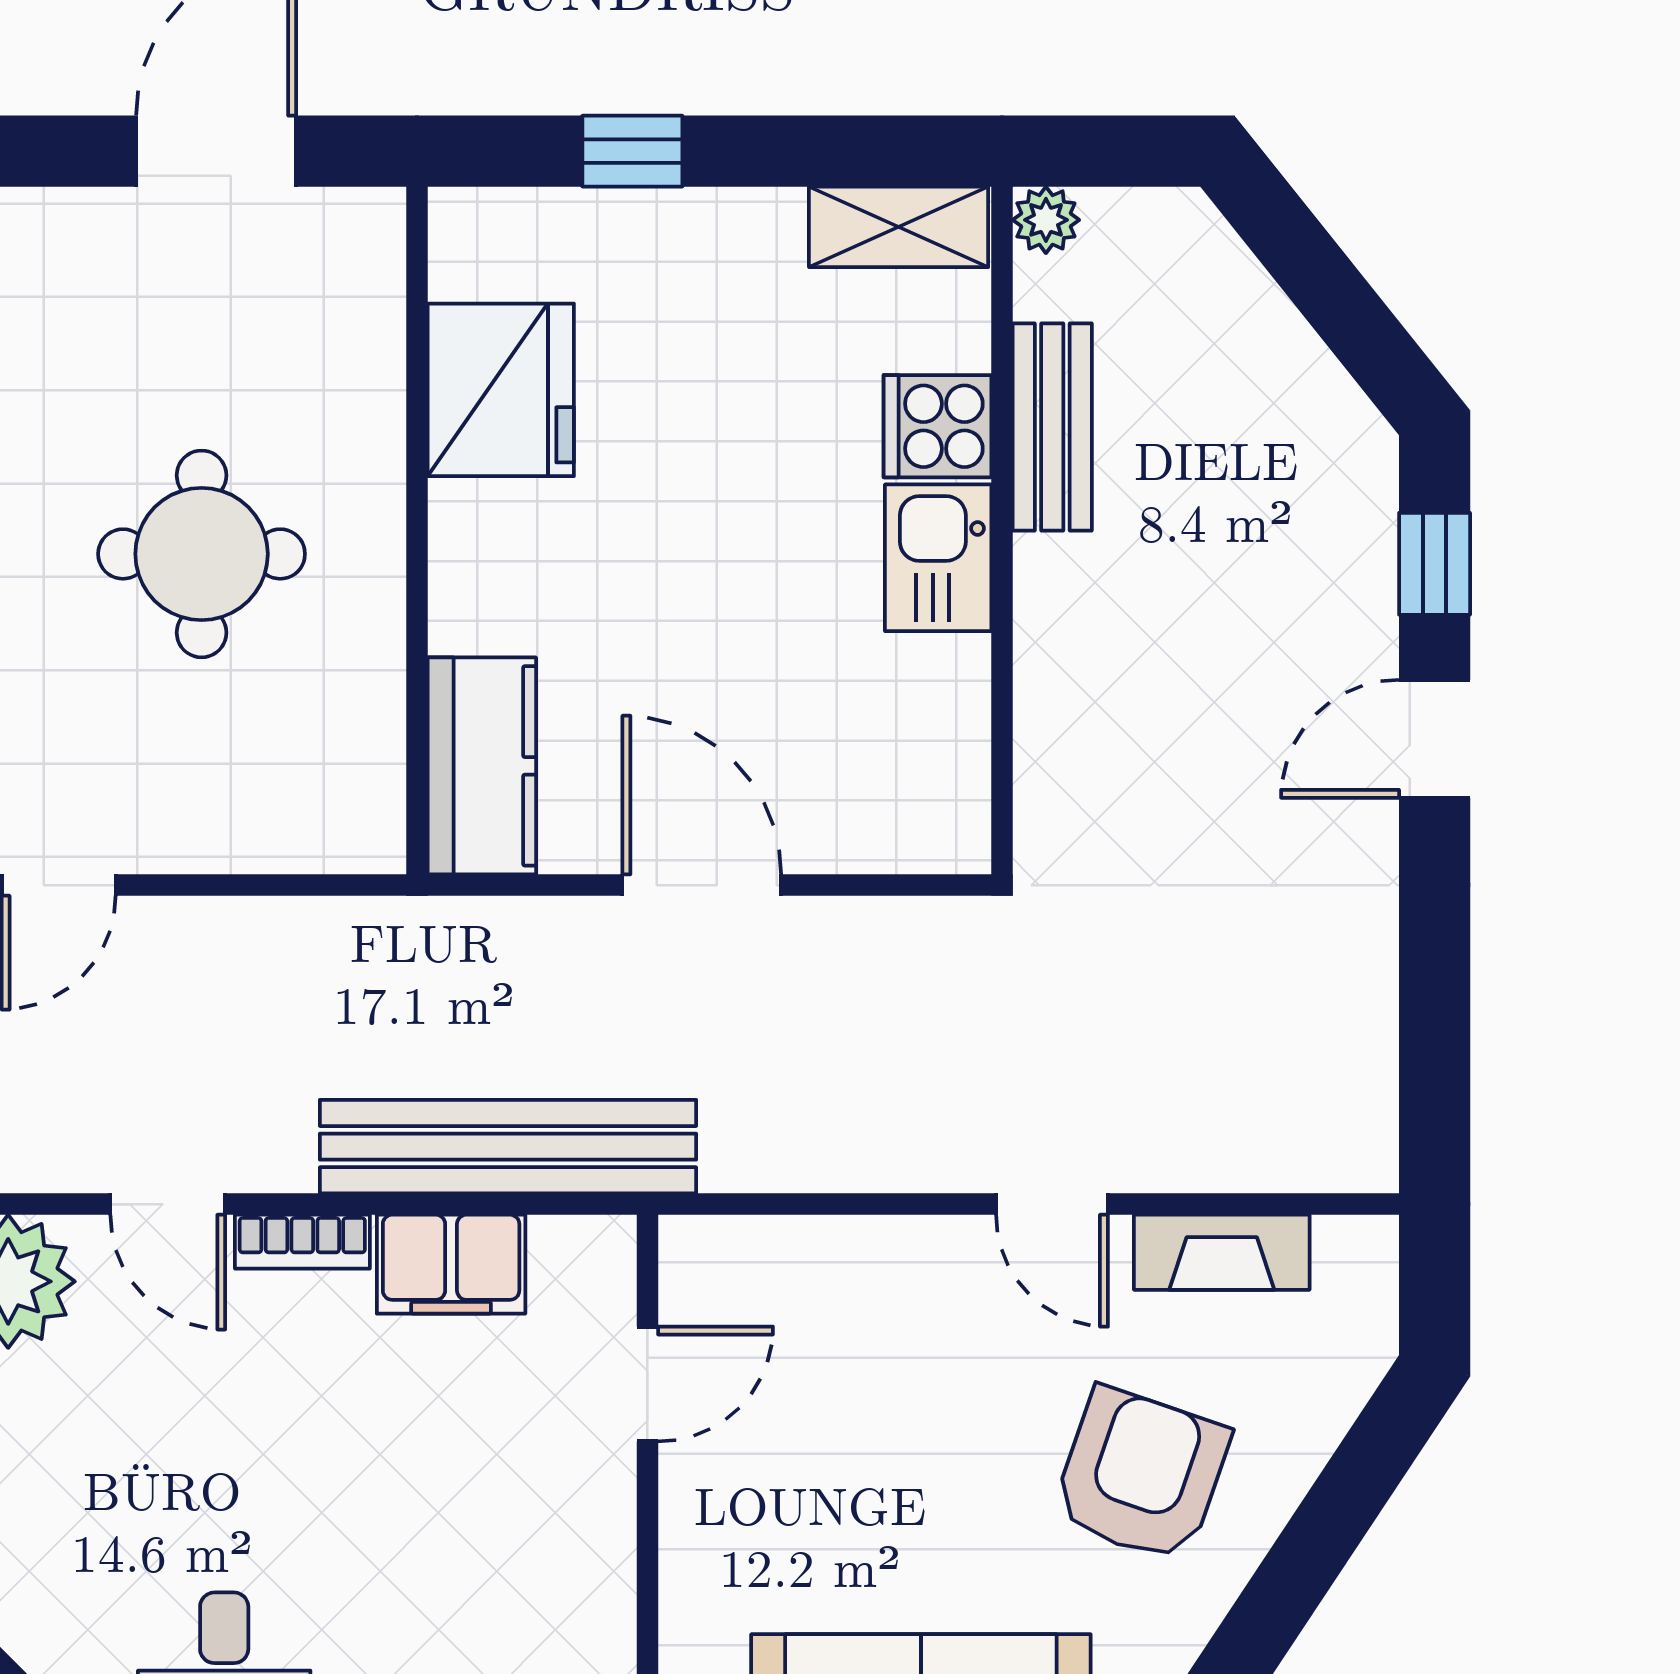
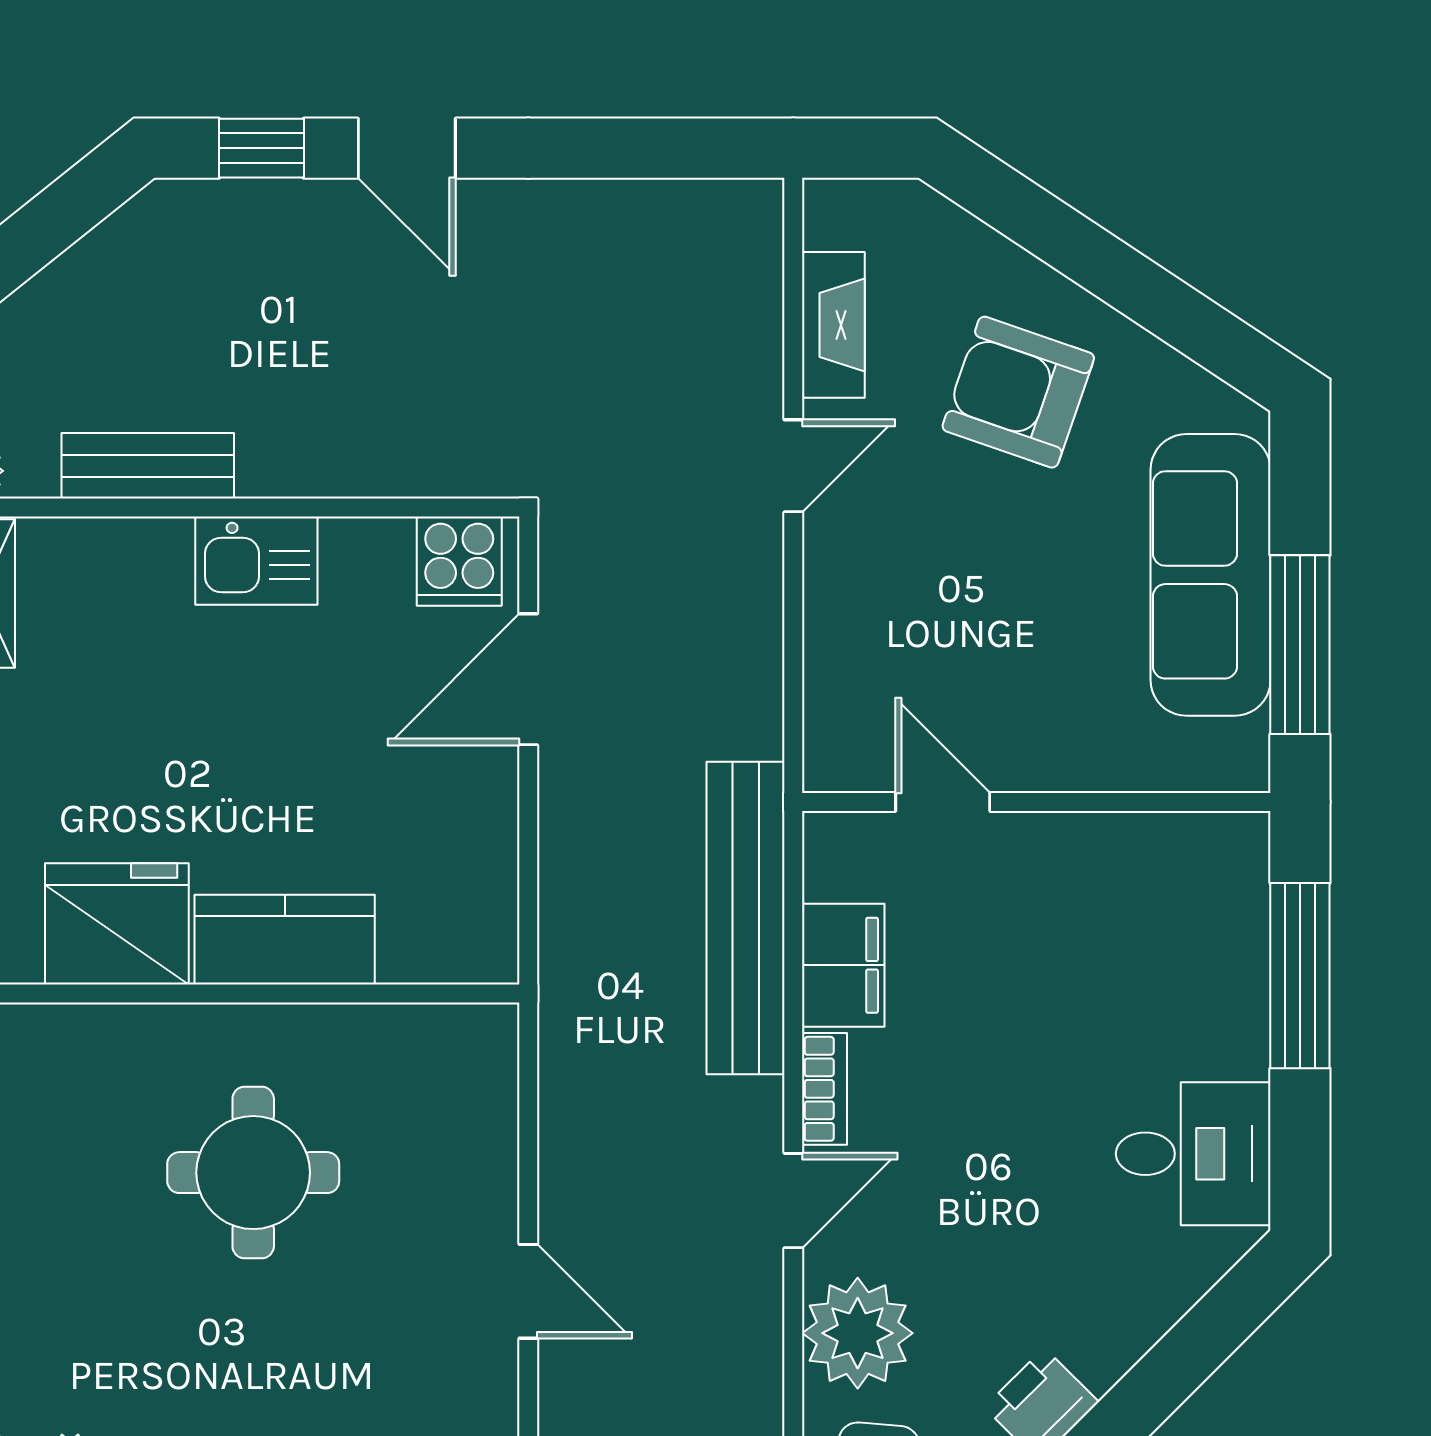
cooker: (937, 426) -> (459, 561), moved
kitchen counter: (482, 766) -> (285, 940), moved
door: (702, 885) -> (528, 679), moved

